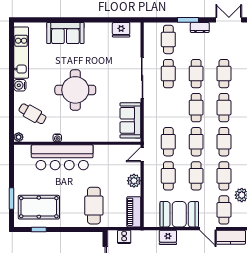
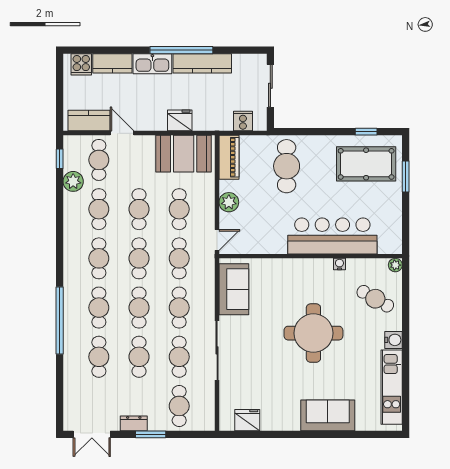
cafe table: (168, 108) -> (179, 308), added
booth: (179, 214) -> (184, 154), moved

